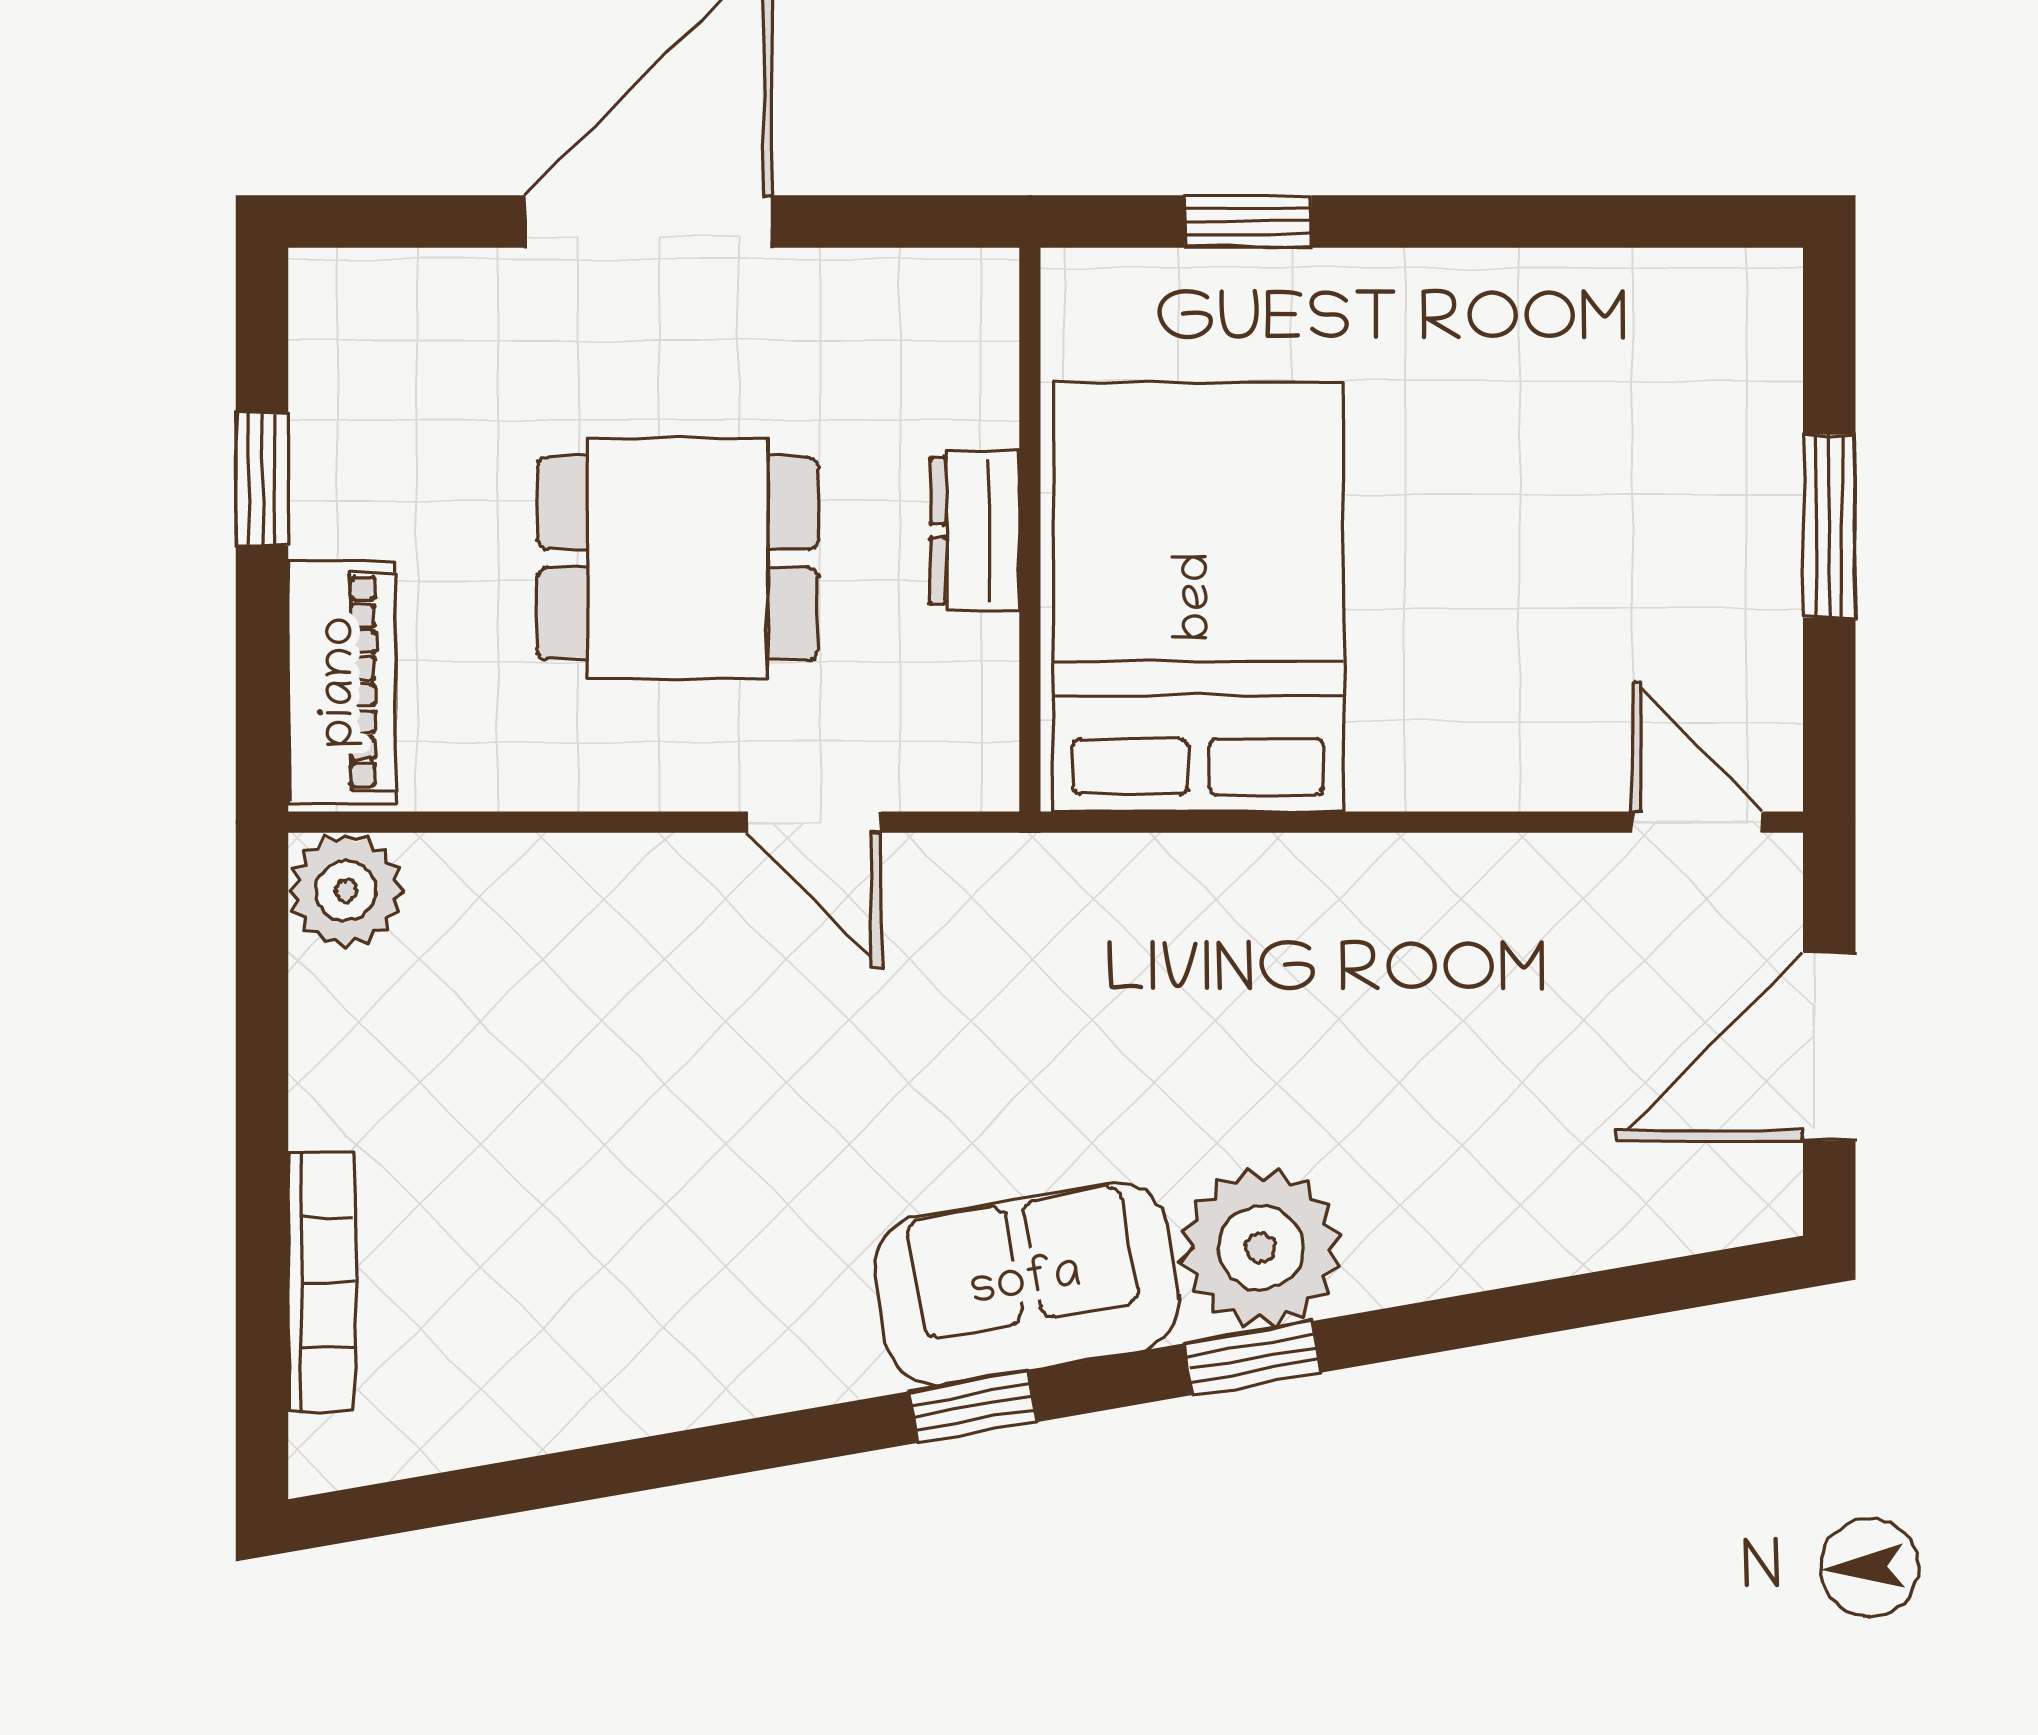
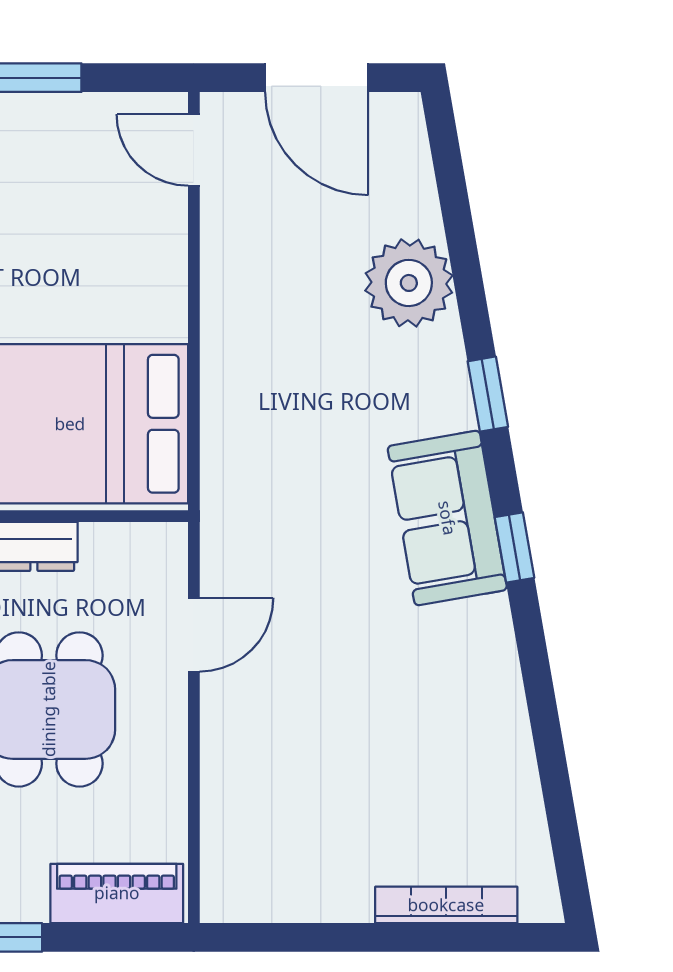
door: (1697, 822) -> (194, 150), hinge flipped
plant: (346, 890) -> (231, 891), removed
plant: (1261, 1248) -> (409, 283), moved

